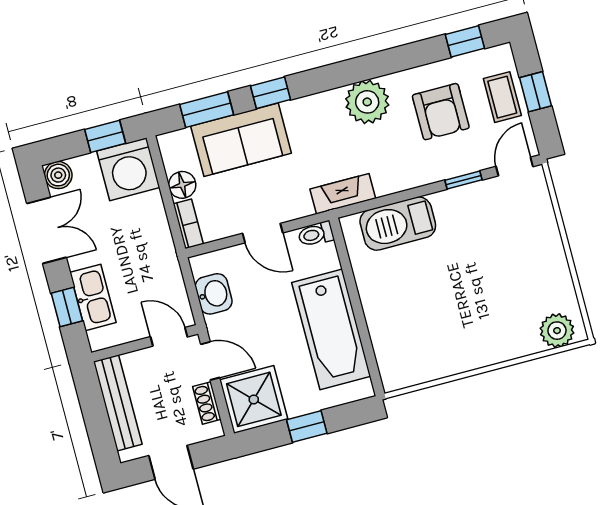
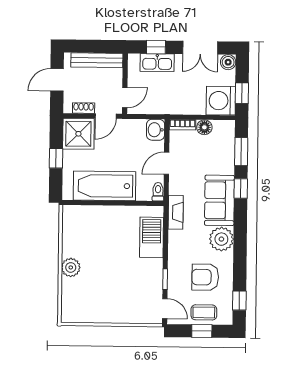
sofa: (241, 140) -> (219, 200), moved
washbasin: (214, 294) -> (156, 130), moved, turned 90
plant: (557, 331) -> (71, 267), moved

